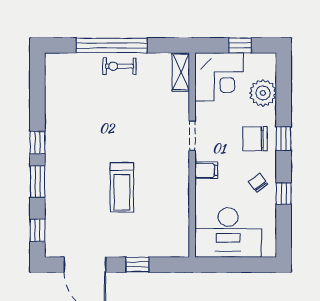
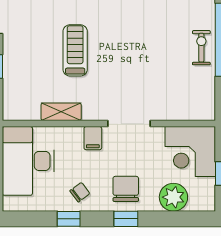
shelving: (181, 72) -> (61, 112), moved
doorway: (192, 136) -> (129, 124), width x1.38
treadmill: (122, 187) -> (75, 50), turned 90

